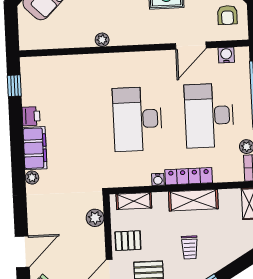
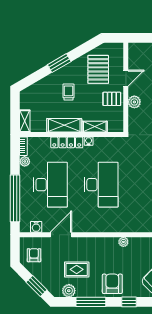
shelving: (134, 201) -> (95, 127), moved
plant: (95, 218) -> (134, 102), moved

